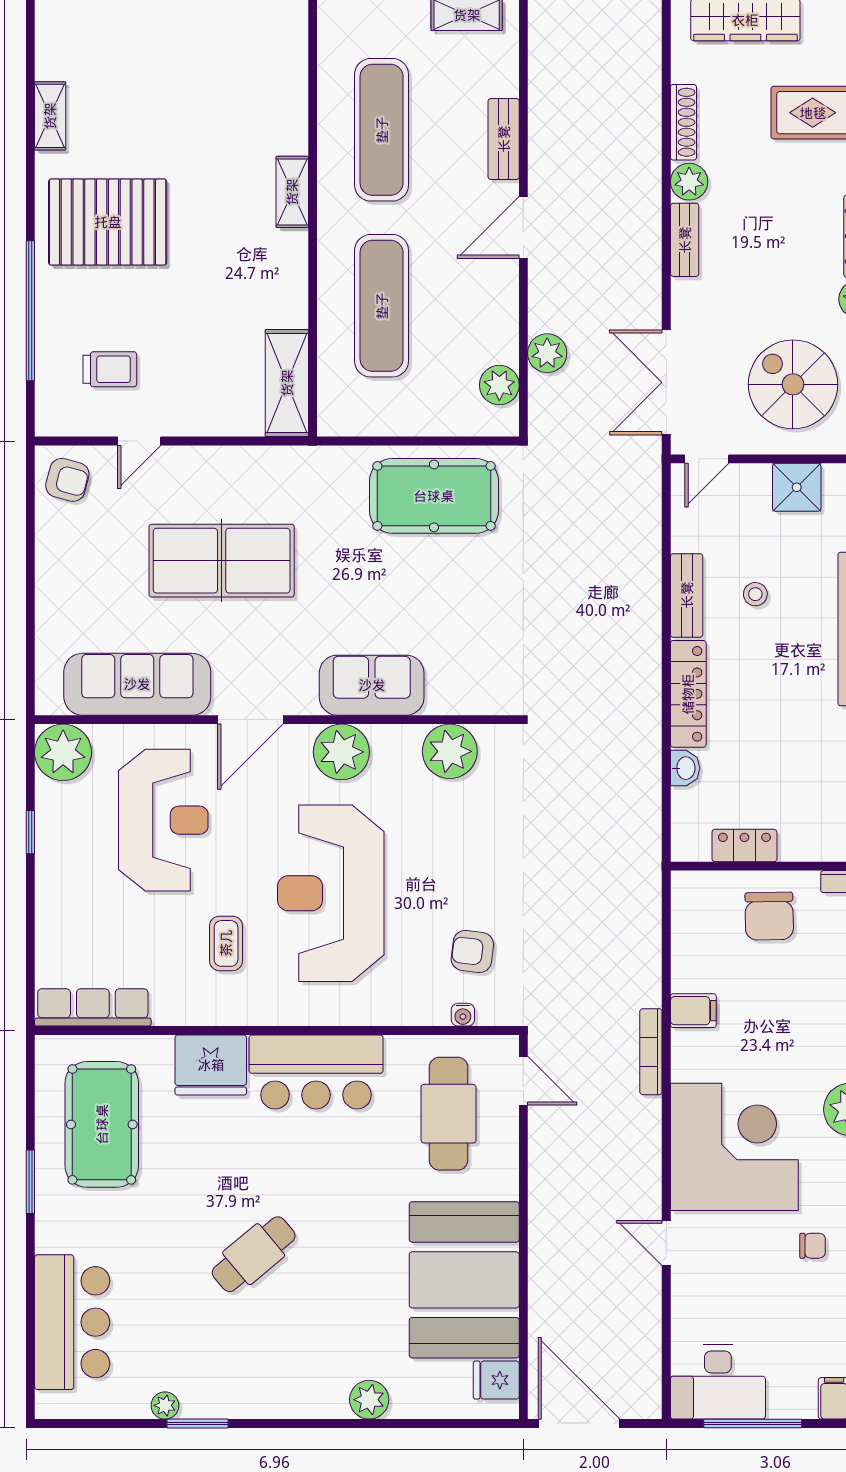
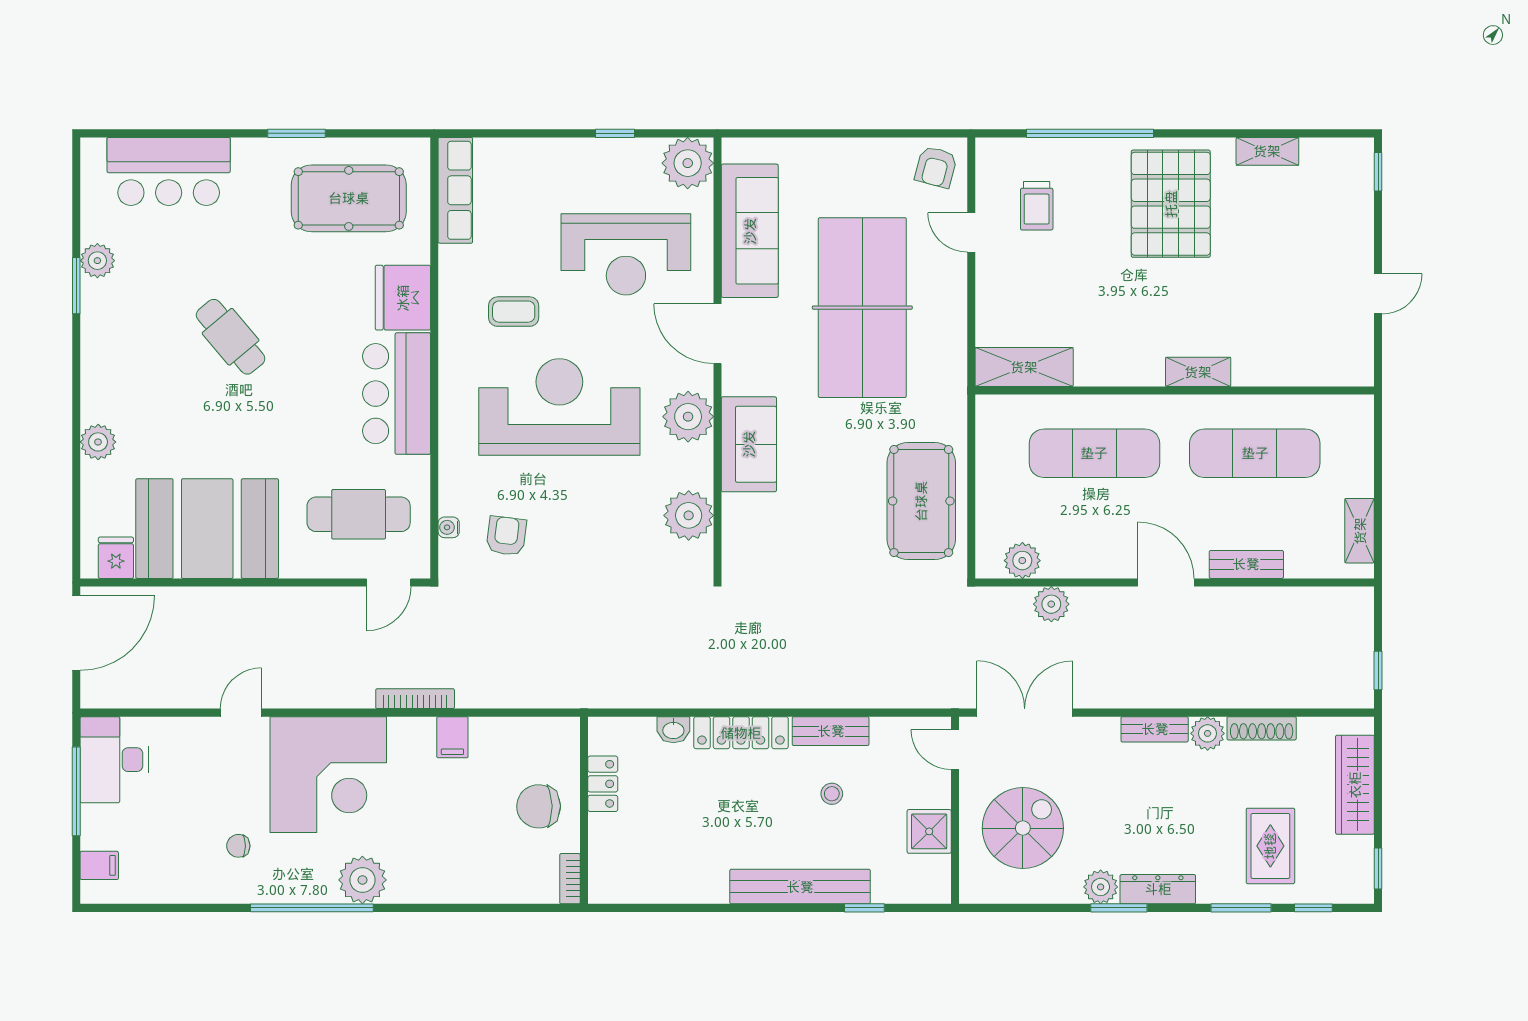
table tennis table: (222, 561) -> (862, 308), width x1.36, depth x1.32
chair: (813, 1246) -> (238, 846), turned 90
plant: (165, 1405) -> (97, 261), width x1.38, depth x1.38

